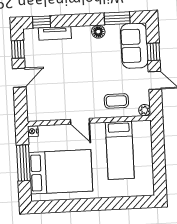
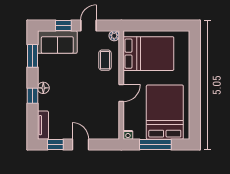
window: (42, 22) -> (32, 96), moved
floor lamp: (98, 32) -> (43, 88), moved
tv unit: (55, 33) -> (43, 125), moved
bed: (120, 150) -> (148, 54), width x1.50

